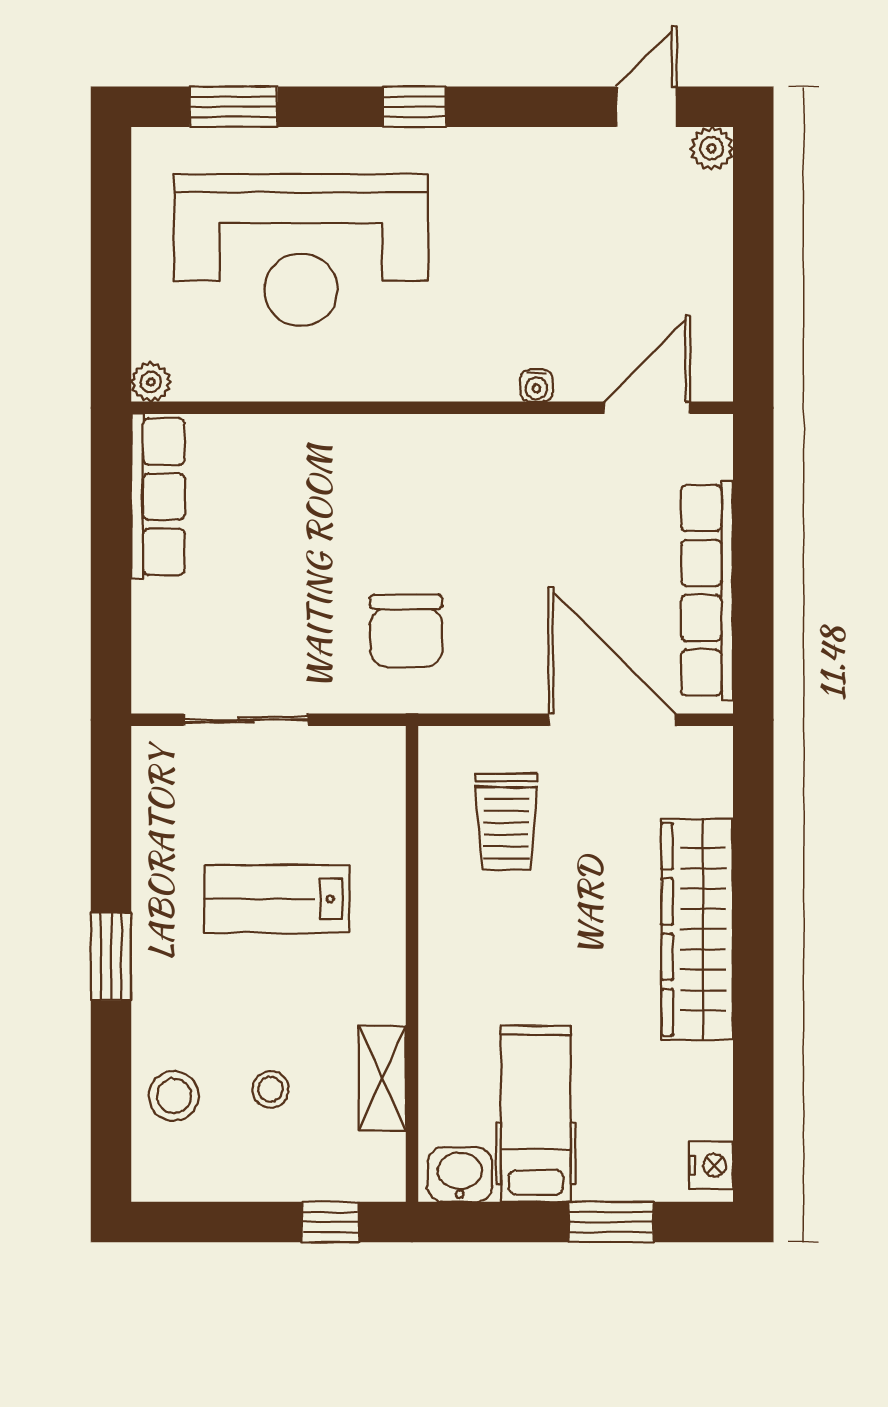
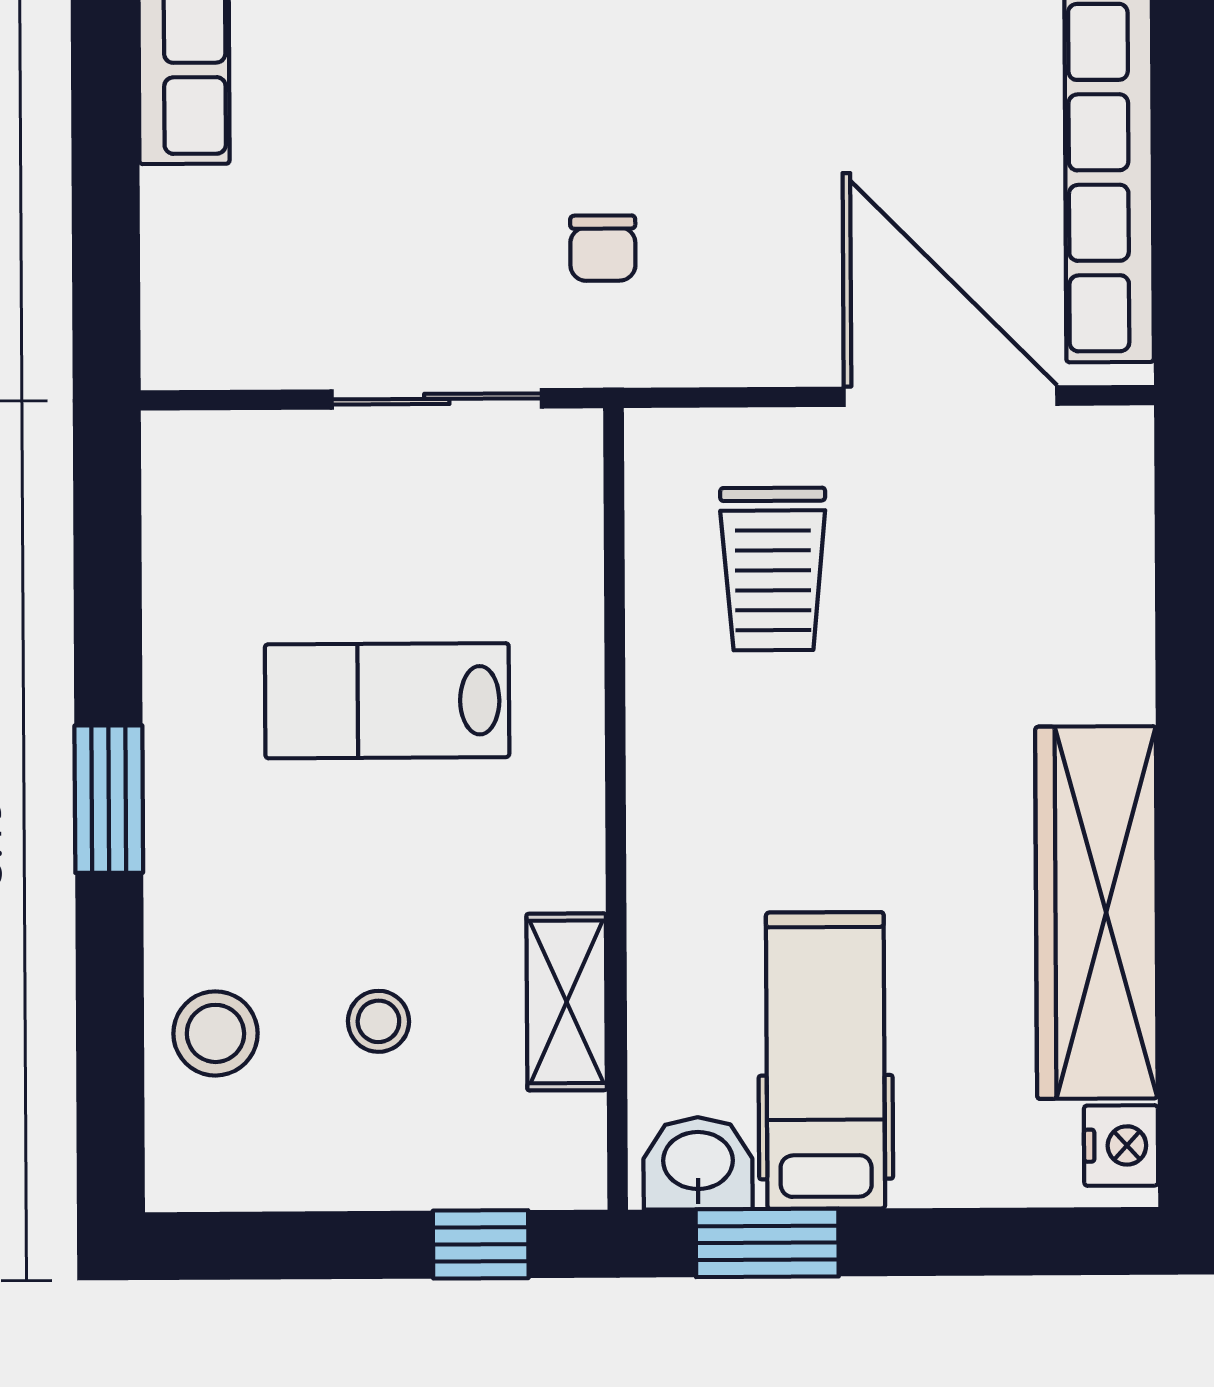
chair: (406, 631) -> (603, 248), width x0.54, depth x0.54
sliding door: (246, 720) -> (437, 399), moved
wardrobe: (697, 929) -> (1096, 912), moved
window: (611, 1222) -> (767, 1243), moved

